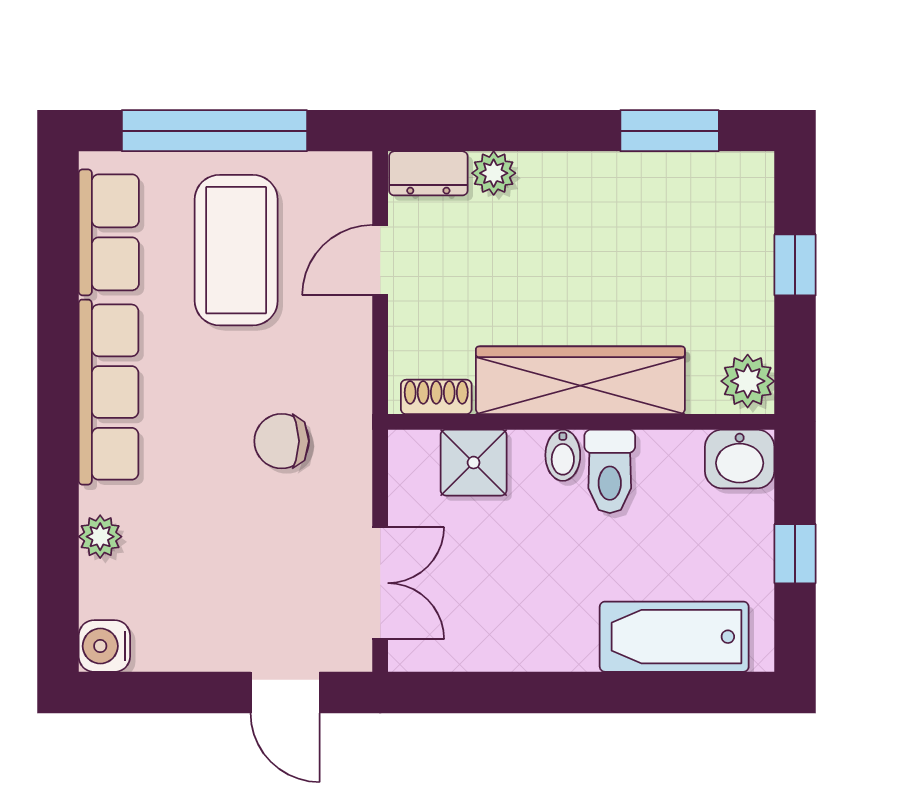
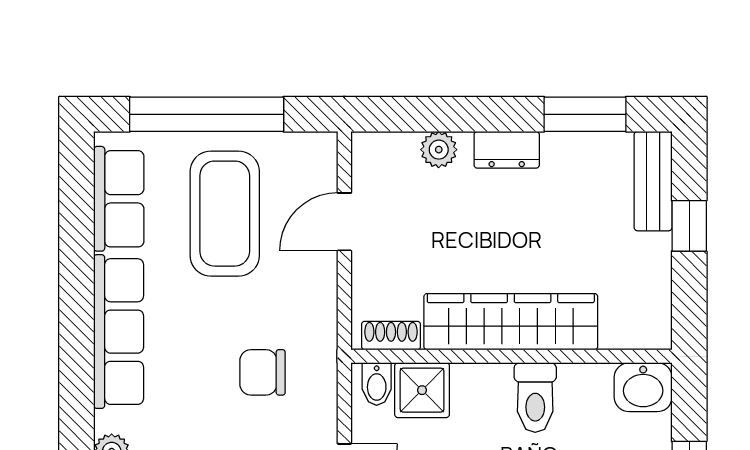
dresser: (428, 173) -> (507, 150), moved
bench: (752, 211) -> (653, 181), added
plant: (748, 381) -> (650, 322), removed
bidet: (563, 455) -> (377, 384), moved

